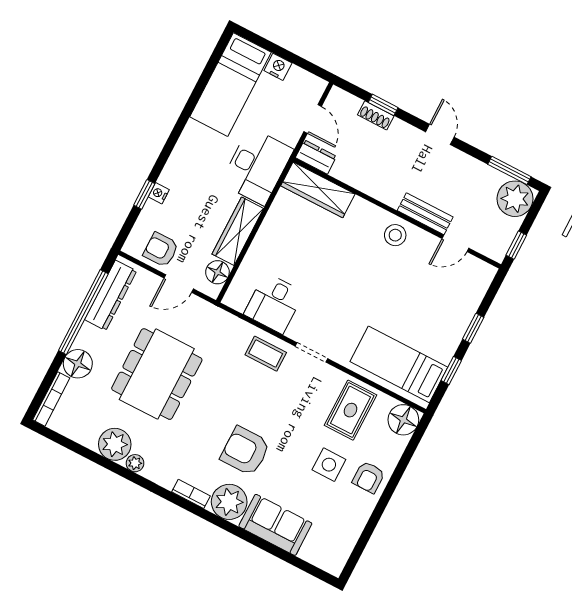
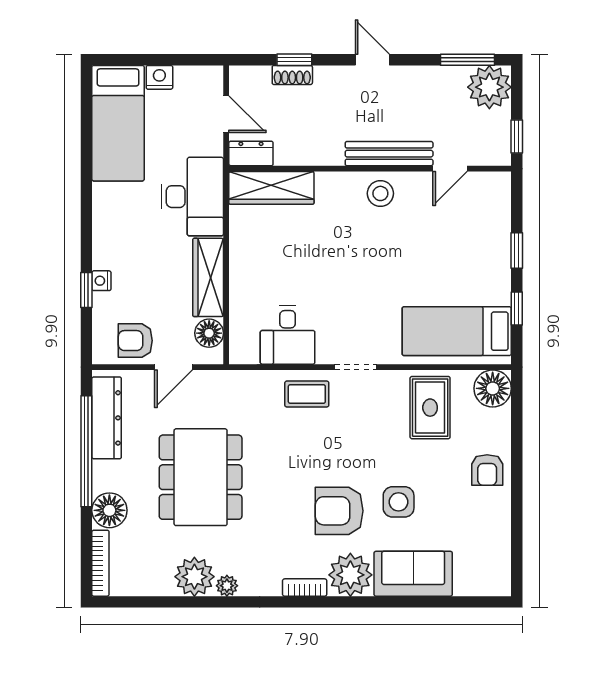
bench: (425, 214) -> (389, 154), width x1.36
side table: (329, 465) -> (399, 502), moved

